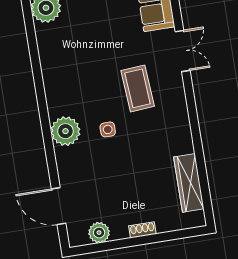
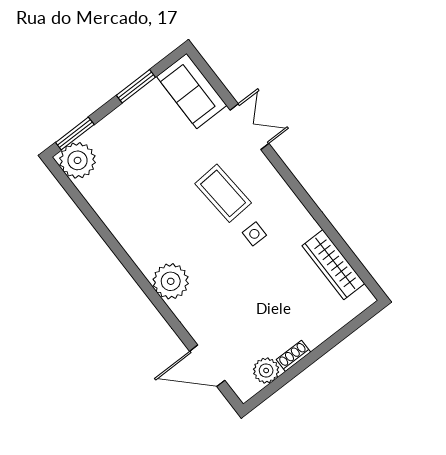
side table: (108, 129) -> (254, 234), moved
shoe rack: (142, 230) -> (294, 356), moved

